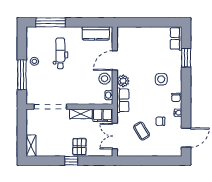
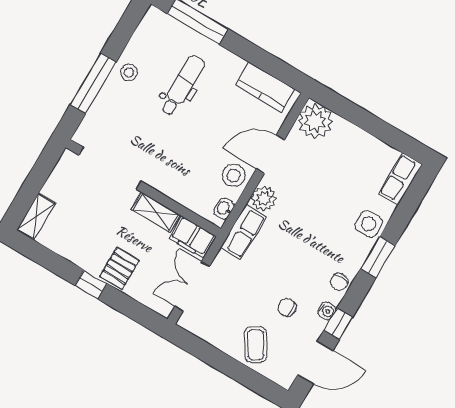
plant: (126, 35) -> (315, 121), added
window: (186, 58) -> (378, 257), moved
side table: (161, 79) -> (369, 224), moved
window: (186, 115) -> (338, 324), added
coffee table: (142, 131) -> (256, 345), moved

